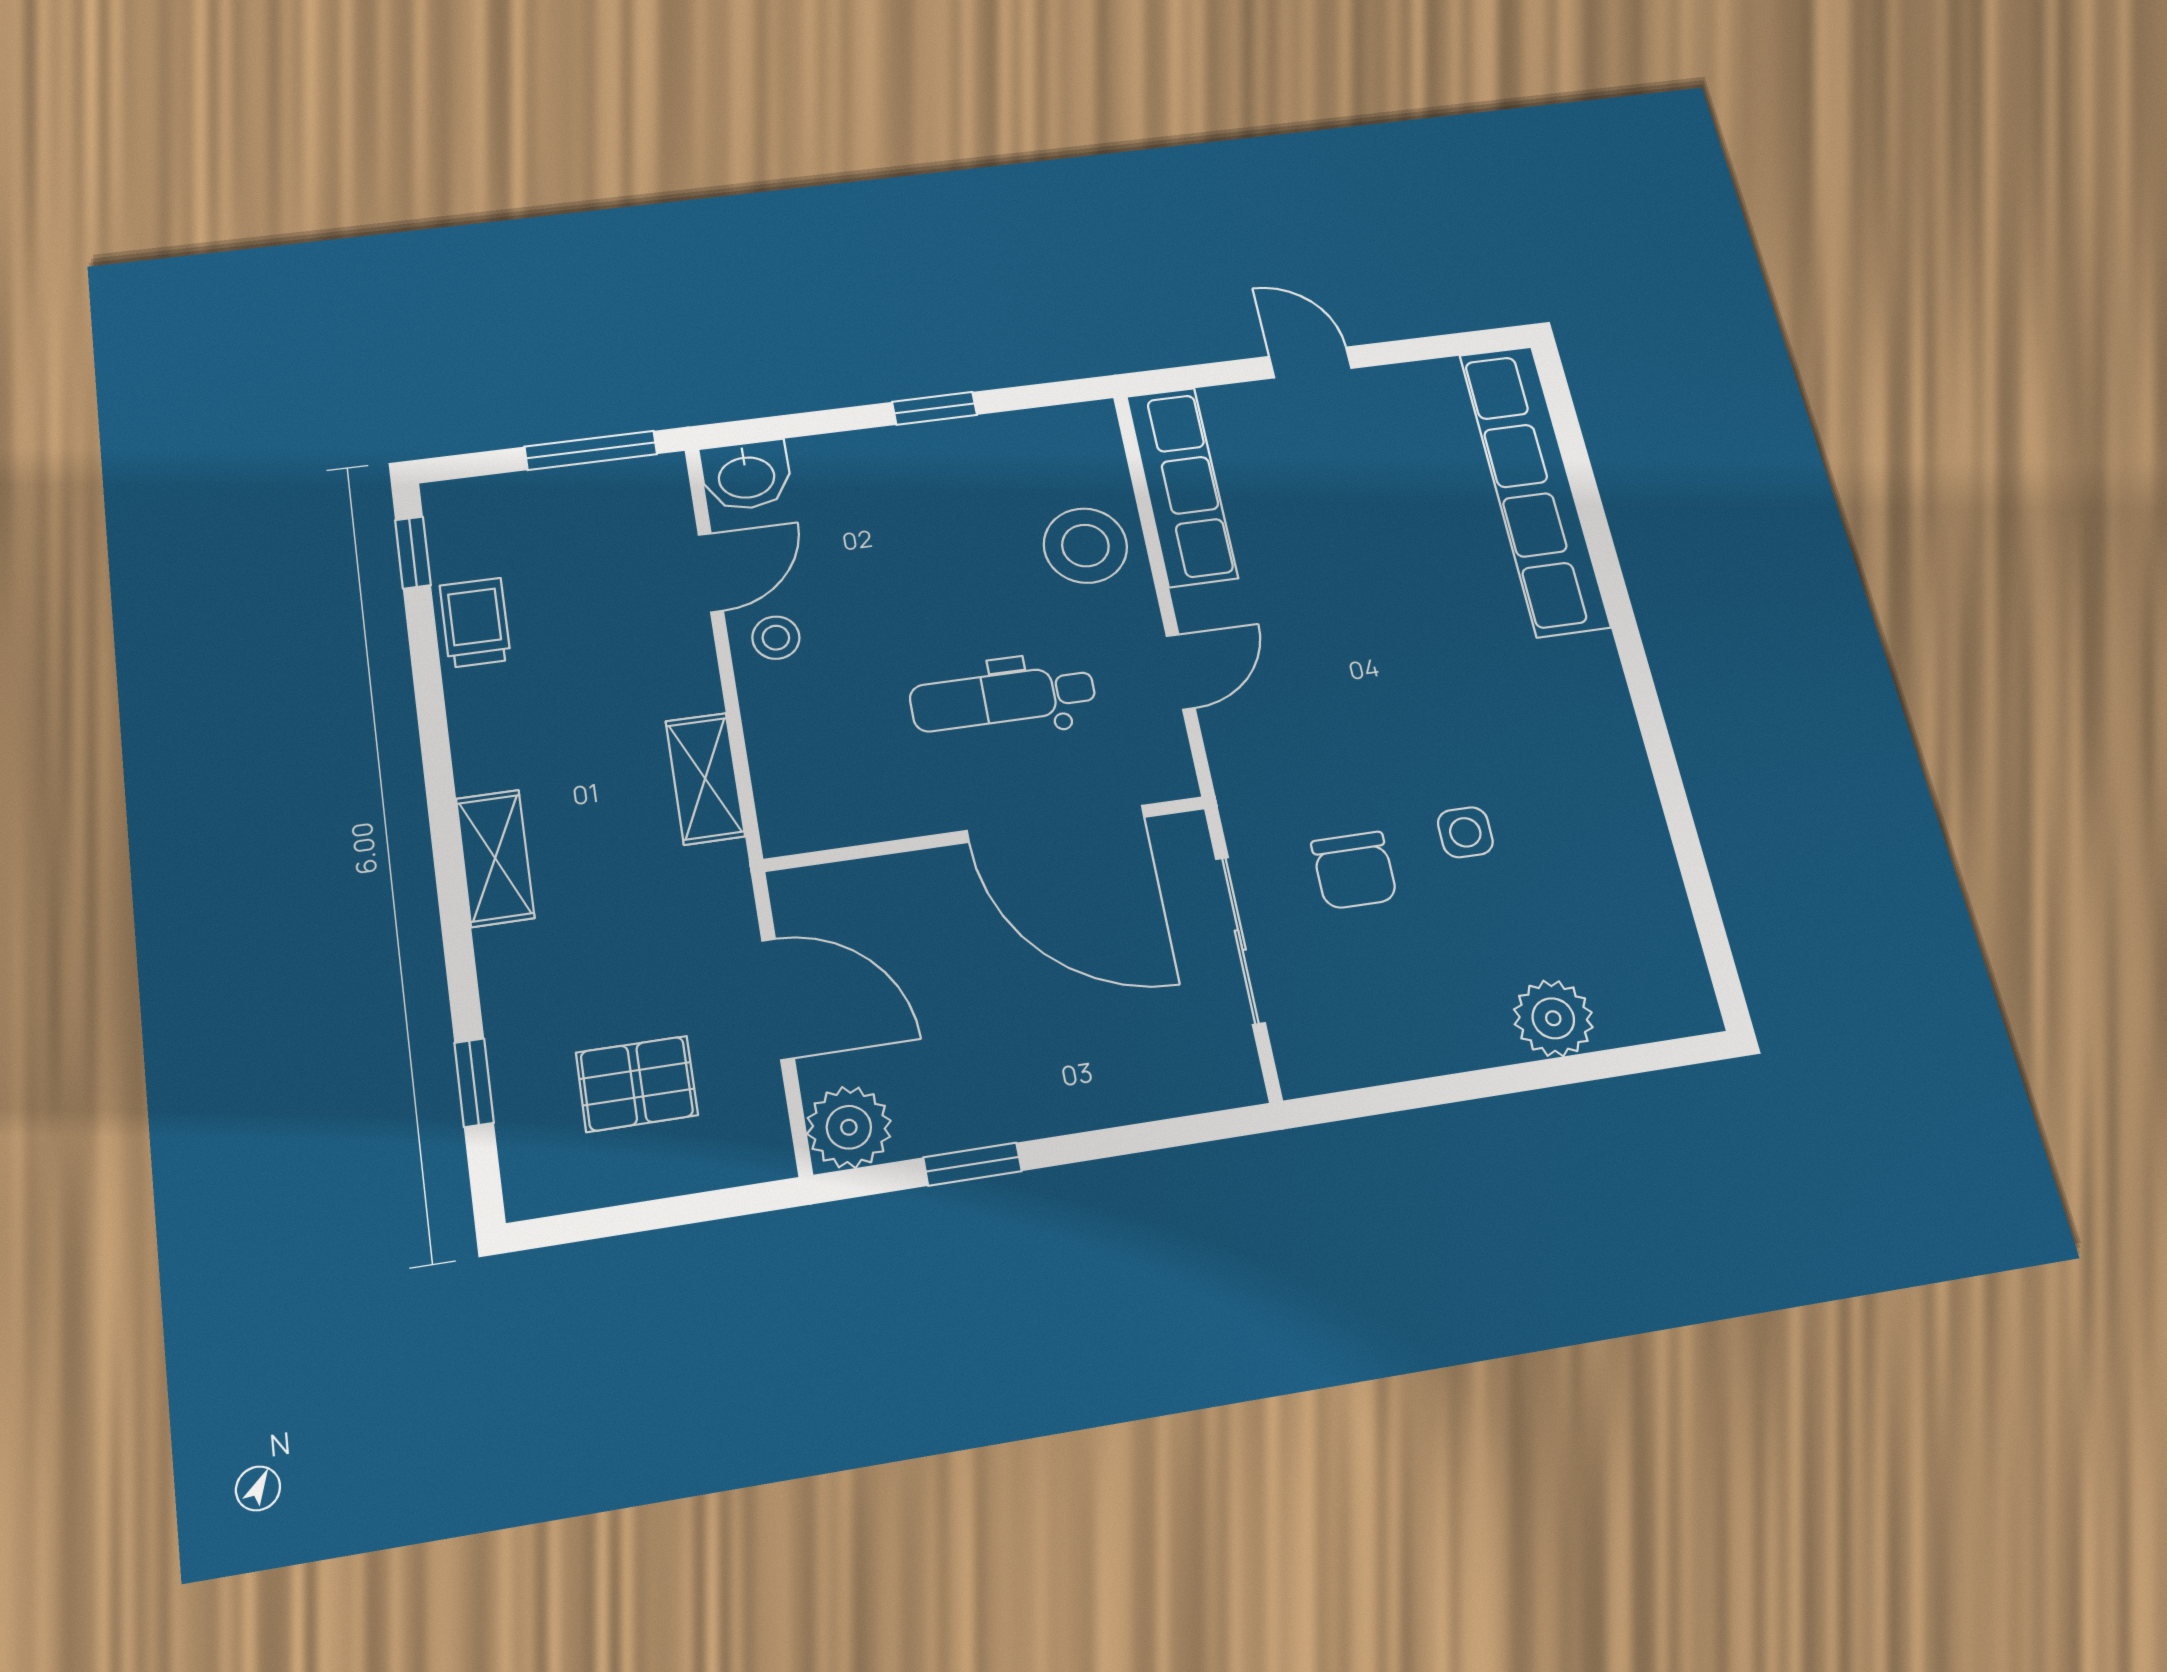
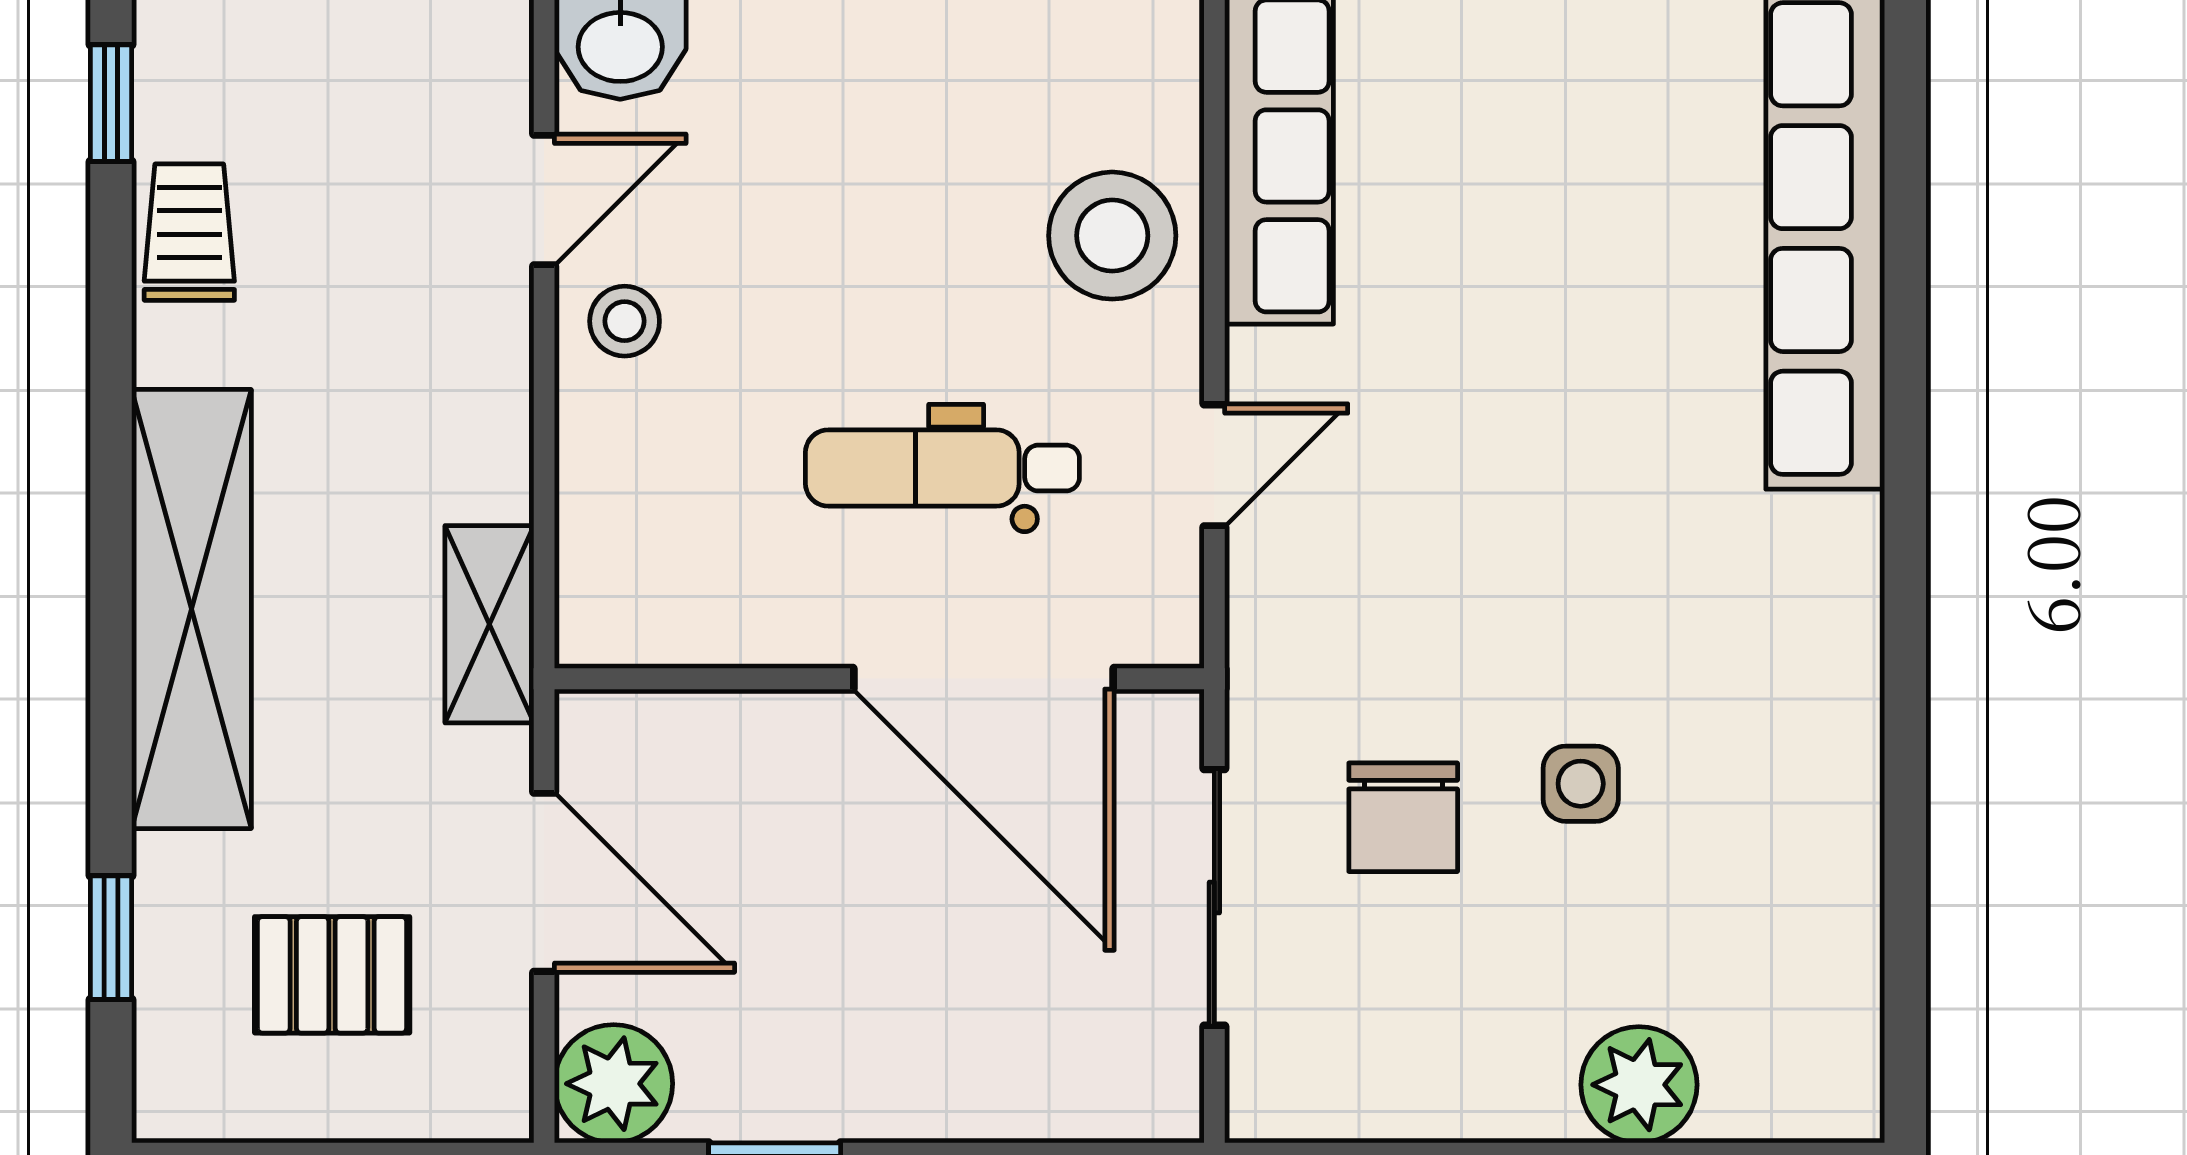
shelving: (705, 779) -> (489, 624), moved
shelving: (495, 858) -> (191, 609), width x2.20, depth x1.33

